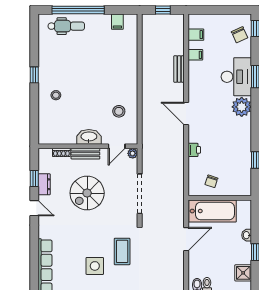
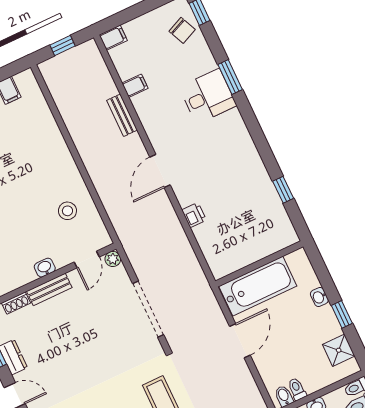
filing cabinet: (196, 35) -> (113, 38), moved
desk: (236, 77) -> (208, 96), width x0.73
plant: (242, 107) -> (231, 127), removed
door: (186, 114) -> (160, 171), hinge flipped
washbasin: (89, 137) -> (45, 268), width x0.52, depth x0.69
chair: (211, 181) -> (237, 247), removed
spiral stairs: (87, 193) -> (77, 342), removed

